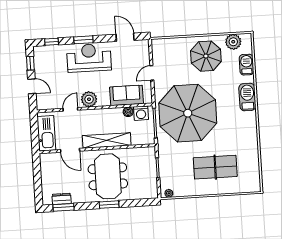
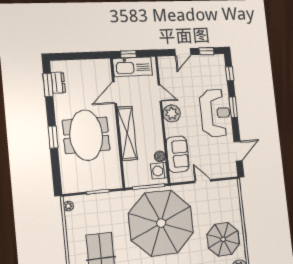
window: (35, 137) -> (128, 54), added
meeting table: (108, 176) -> (86, 135), turned 90

